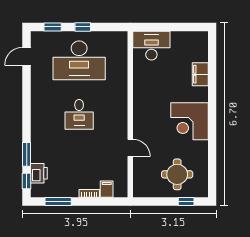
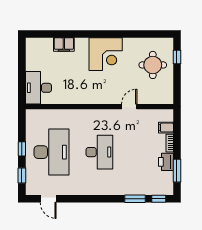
desk: (79, 114) -> (99, 152), width x1.37
printer: (39, 173) -> (166, 162), moved, turned -90

